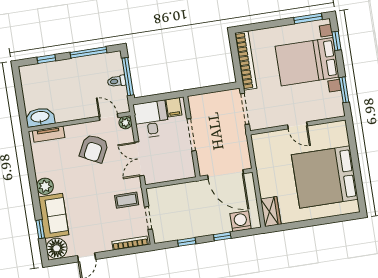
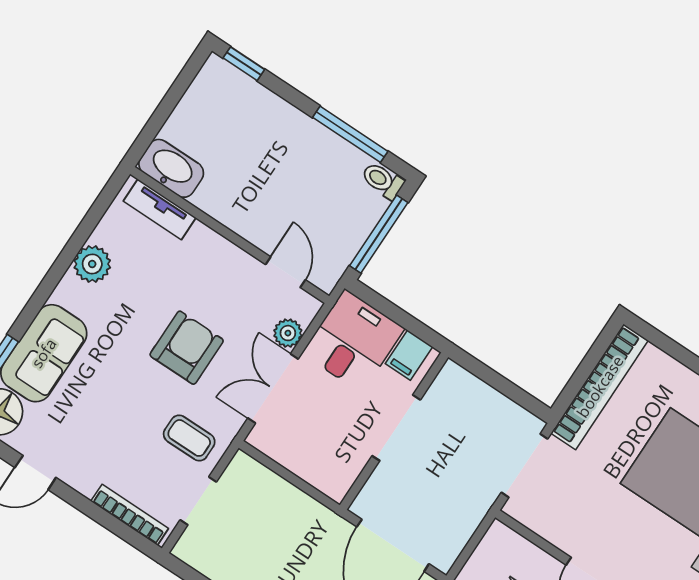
window: (46, 59) -> (244, 64), moved
toilet: (116, 81) -> (382, 181), moved
plant: (125, 123) -> (288, 333), moved
armchair: (94, 149) -> (187, 348), moved, turned 153
plant: (45, 186) -> (92, 264), moved

